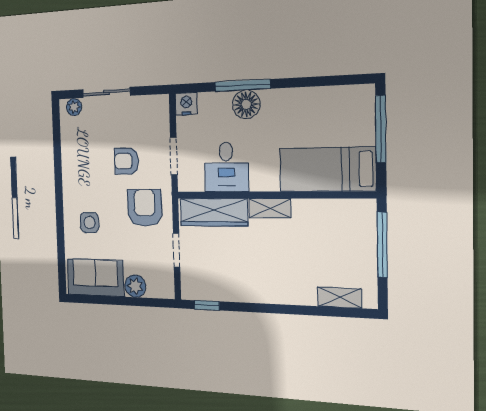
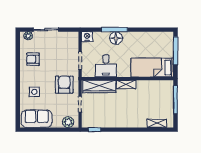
armchair: (127, 161) -> (33, 59), moved
plant: (135, 286) -> (68, 122), moved

